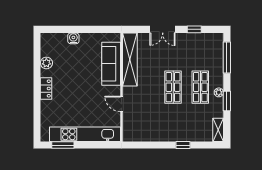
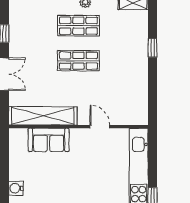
sofa: (111, 64) -> (49, 140), width x0.73
door: (122, 104) -> (100, 127), swing flipped

